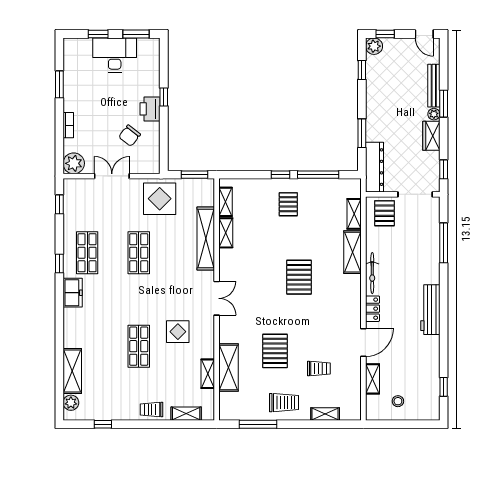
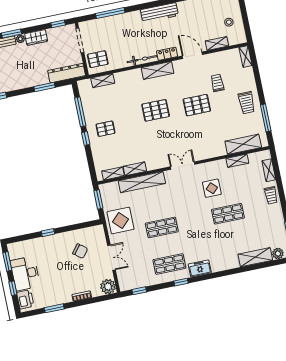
printer: (150, 109) -> (25, 299), moved, turned -90
double door: (112, 176) -> (112, 258), swing flipped
shelving: (353, 252) -> (157, 70), moved
pallet: (275, 351) -> (197, 105), moved
shelving: (229, 368) -> (243, 144), moved
trolley: (284, 403) -> (247, 103), turned 180
shelving: (325, 414) -> (245, 56), moved

